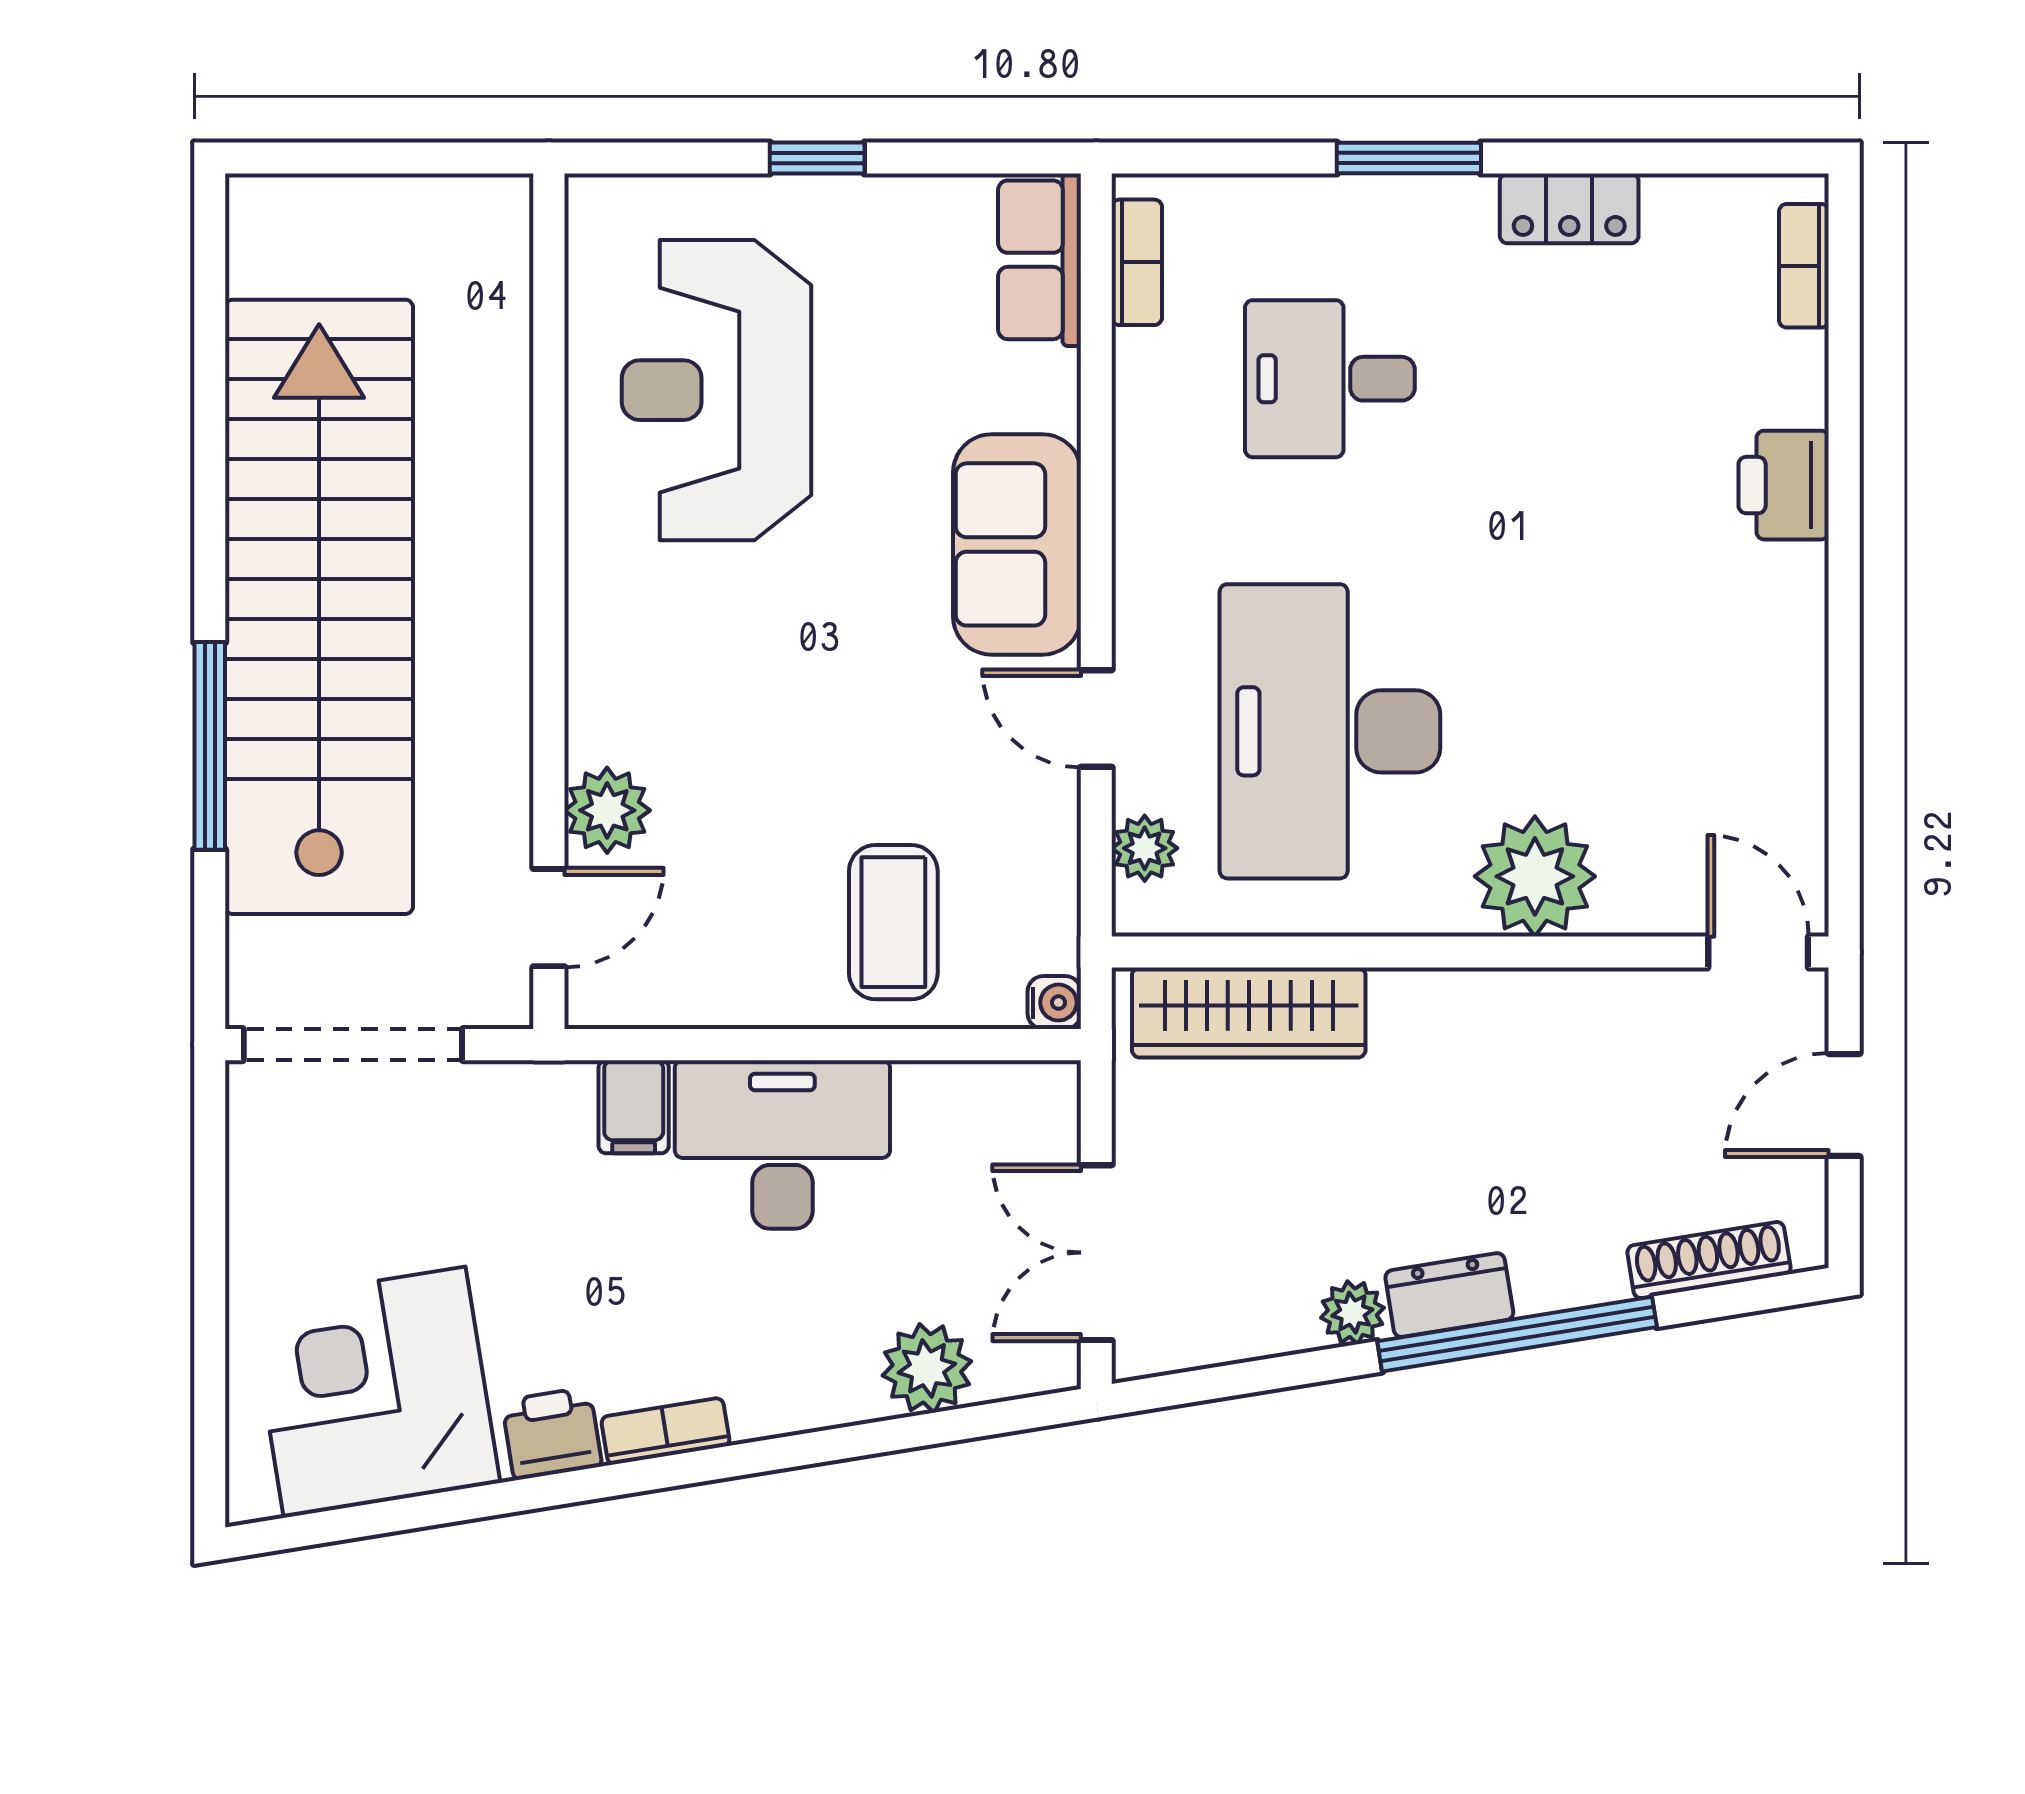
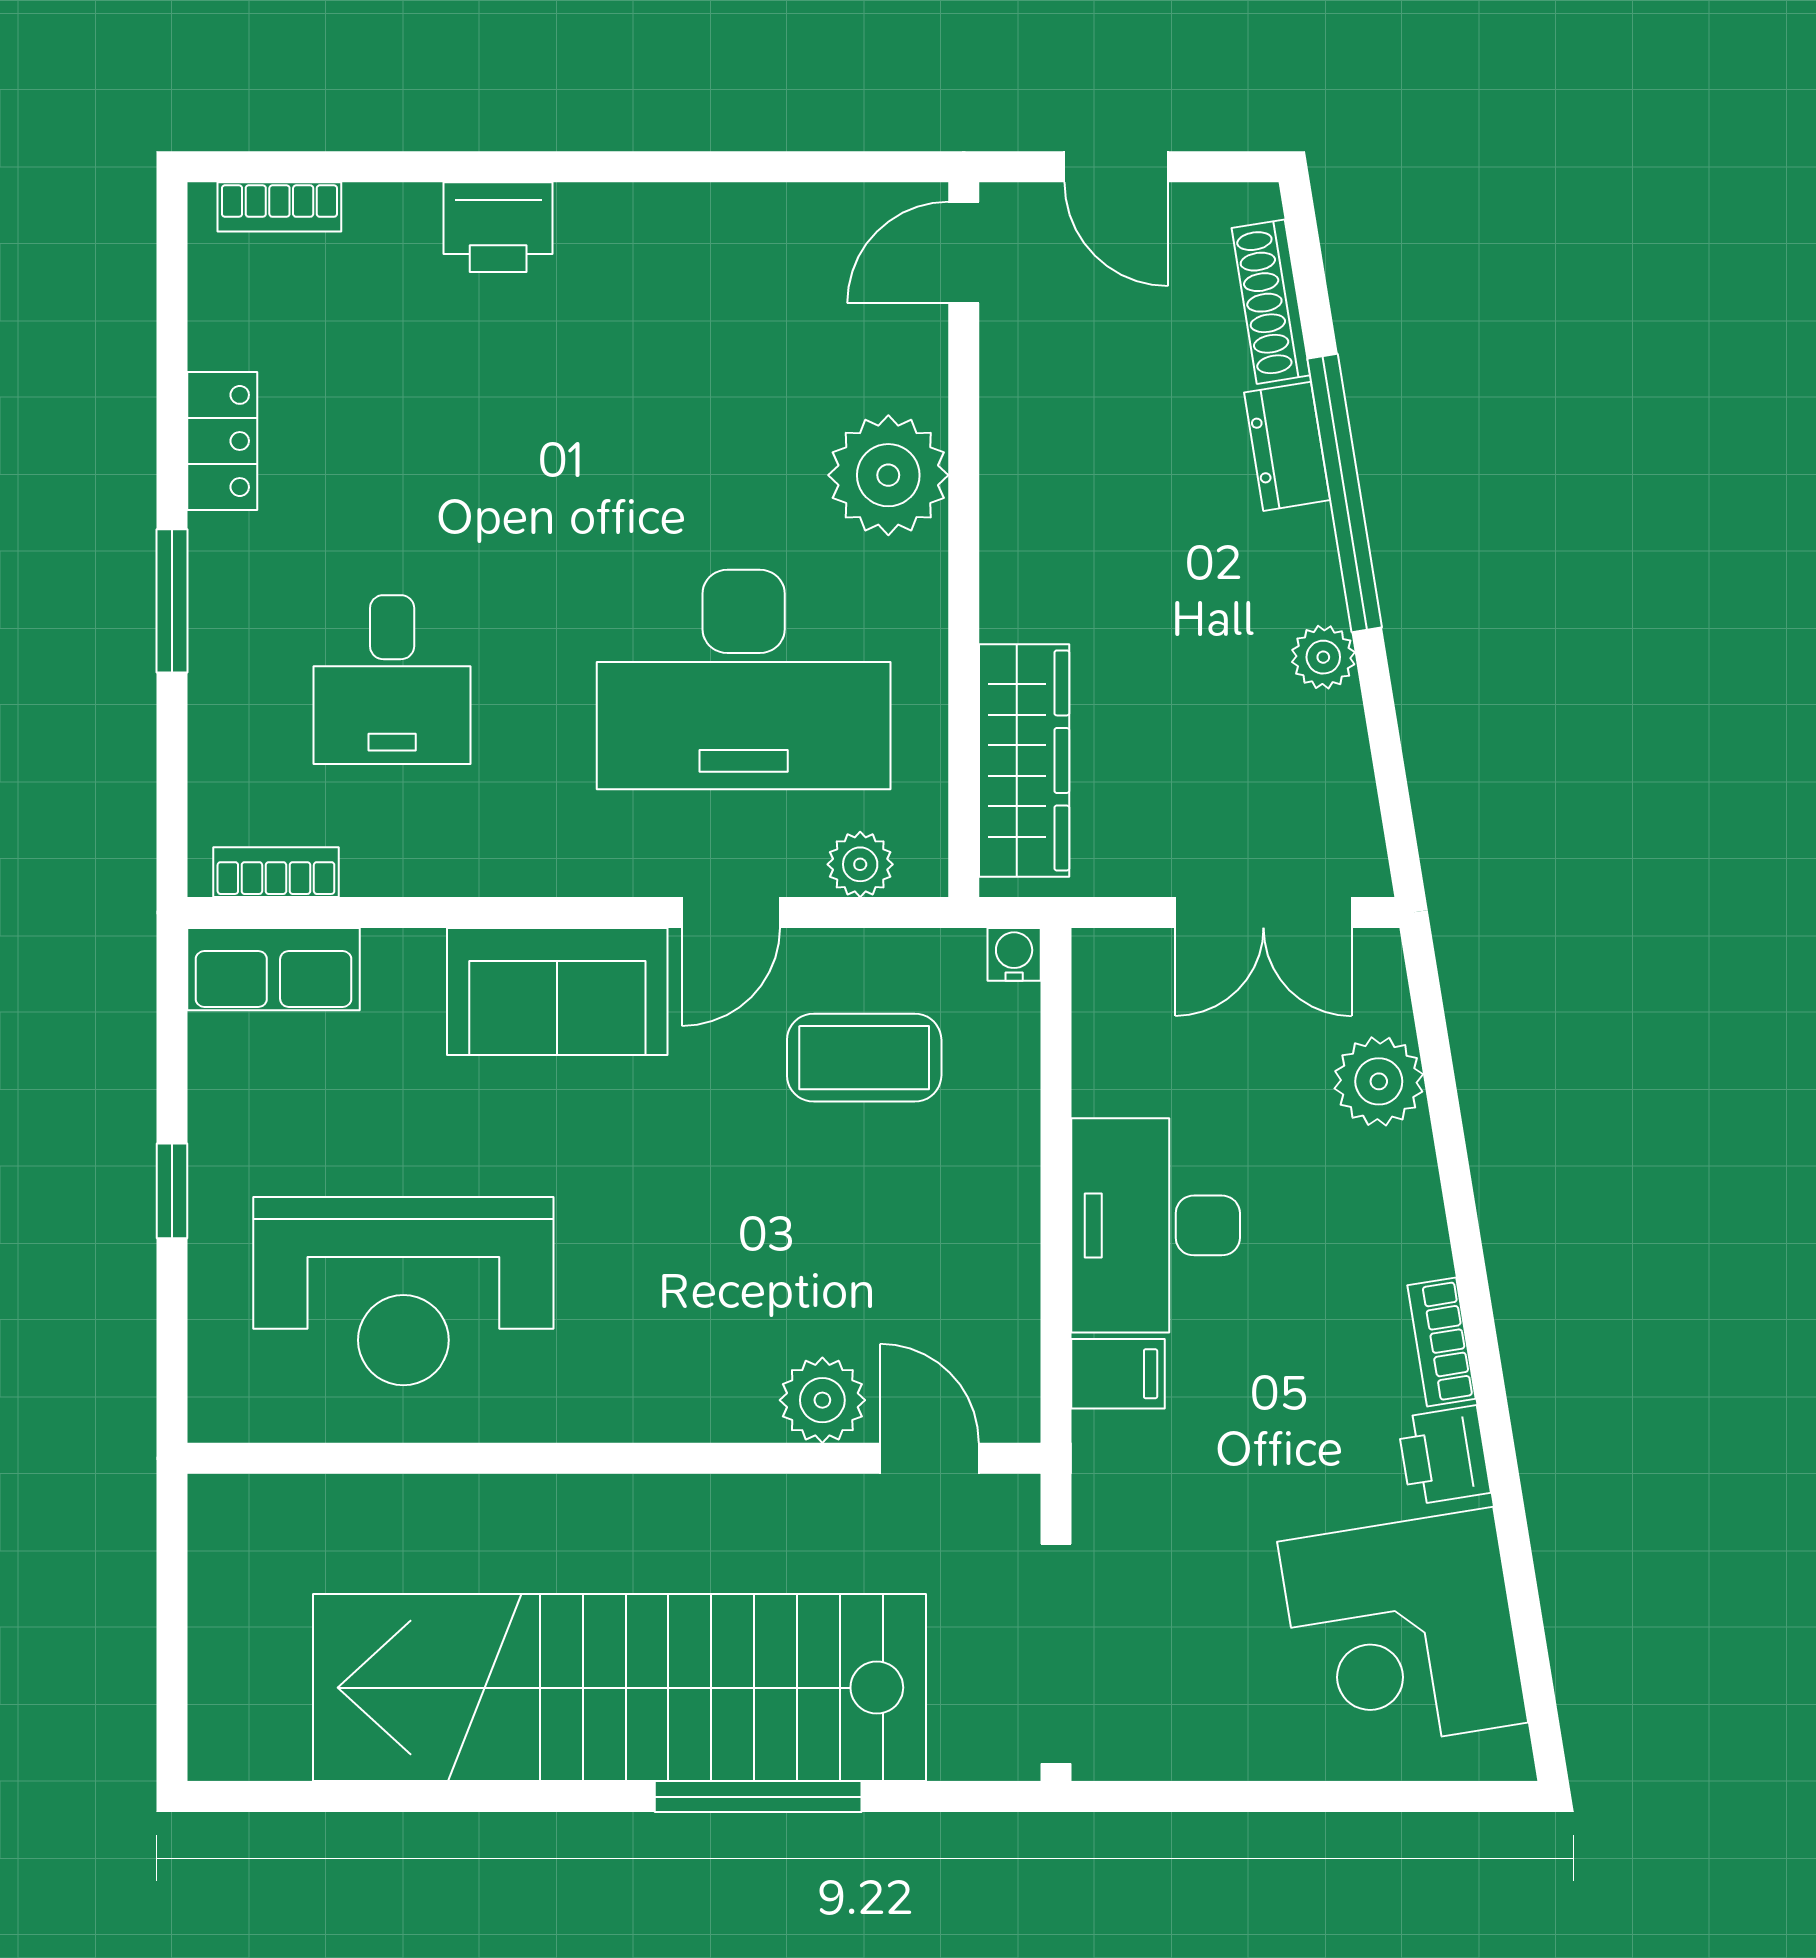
coffee table: (893, 922) -> (864, 1058), moved
dresser: (1449, 1295) -> (1287, 446), moved

